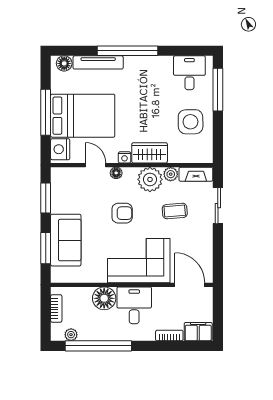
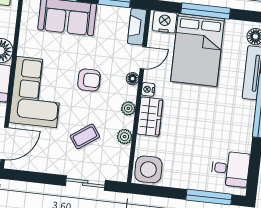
side table: (191, 122) -> (148, 169), moved
fireplace: (196, 174) -> (137, 27), moved
plant: (150, 179) -> (128, 108), width x0.53, depth x0.53
coffee table: (175, 211) -> (85, 136), turned 60
armchair: (122, 213) -> (89, 80), turned -90

